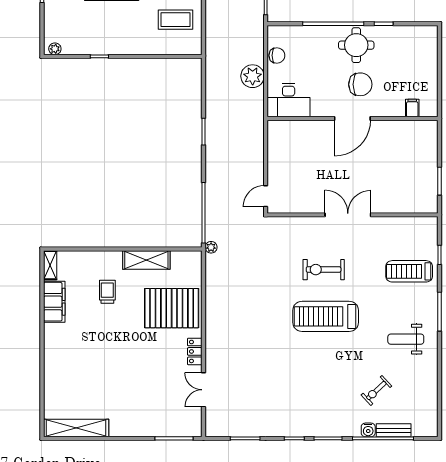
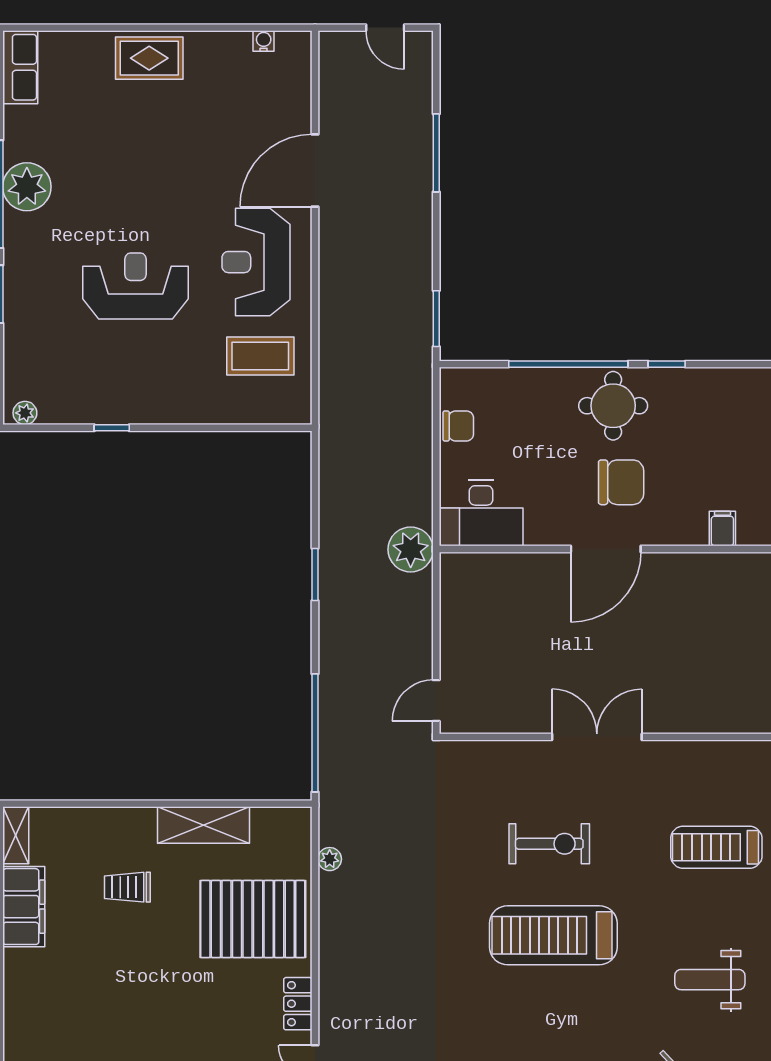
plant: (253, 76) -> (411, 549), moved
plant: (211, 247) -> (330, 859), moved
exercise bike: (324, 270) -> (549, 844), turned 180
trolley: (107, 292) -> (127, 887), turned -90

